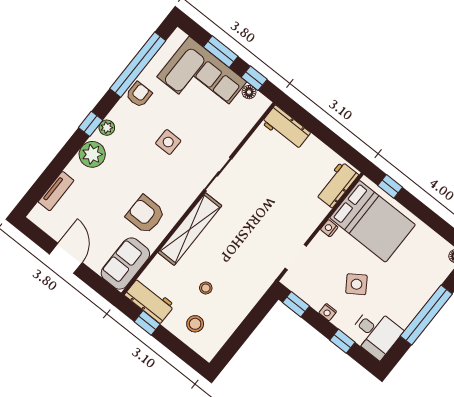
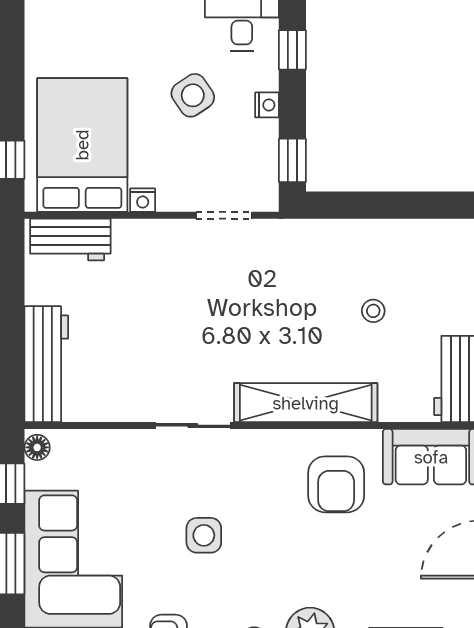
floor lamp: (249, 92) -> (37, 447), moved
workbench: (286, 128) -> (46, 364), width x1.37
stool: (195, 324) -> (438, 285), removed

